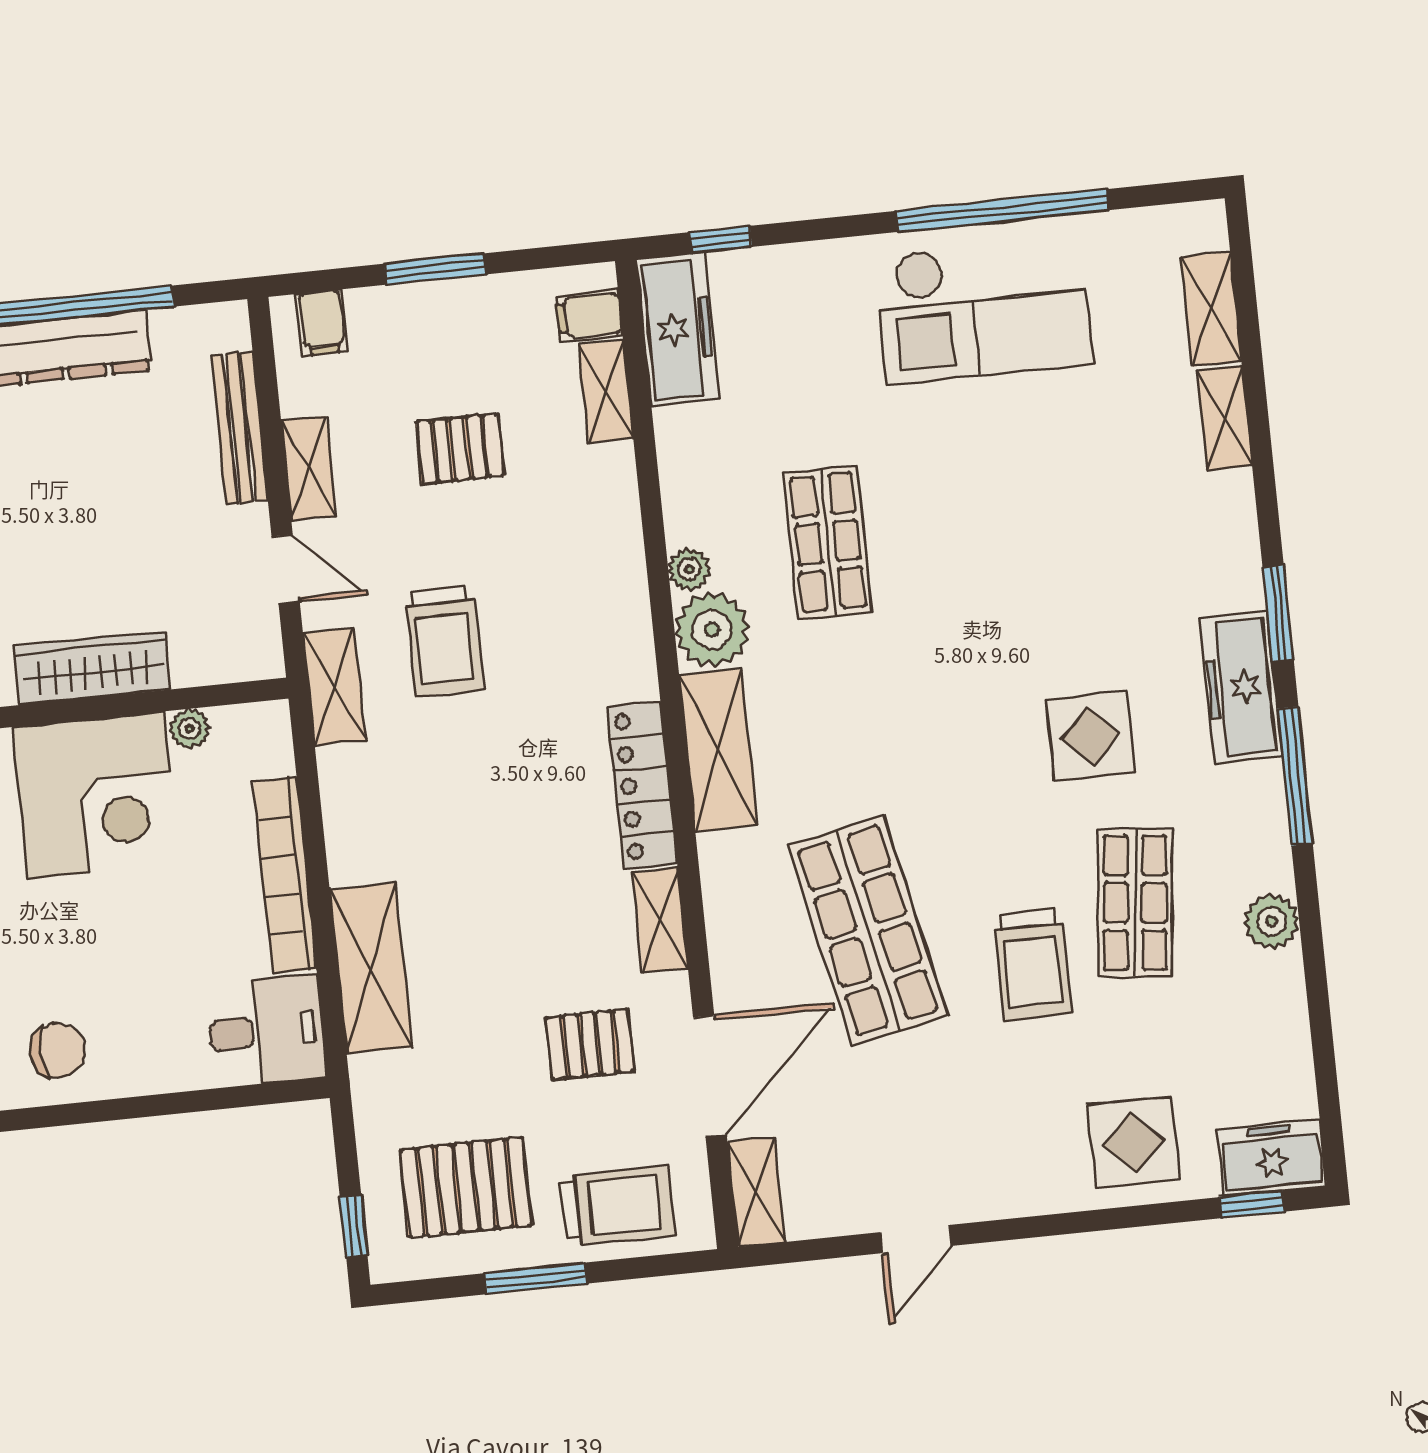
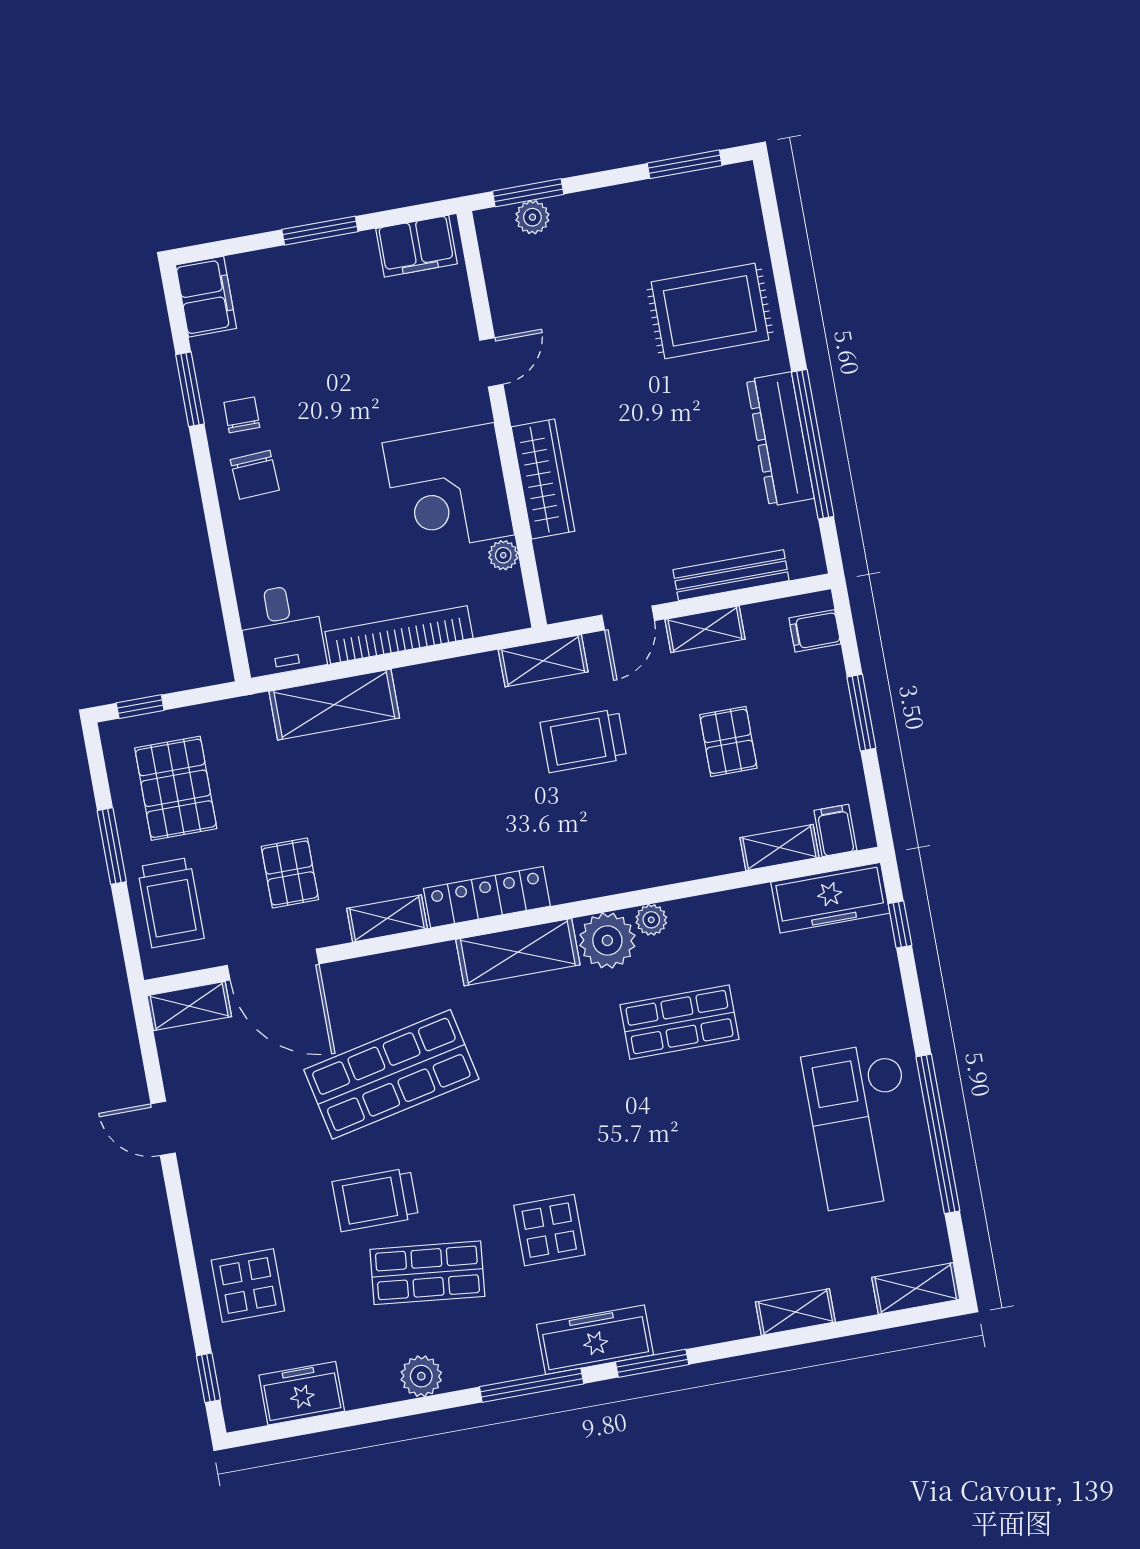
shelving: (1211, 309) -> (916, 1288), moved
freezer: (1272, 1158) -> (302, 1393), moved, turned -90

